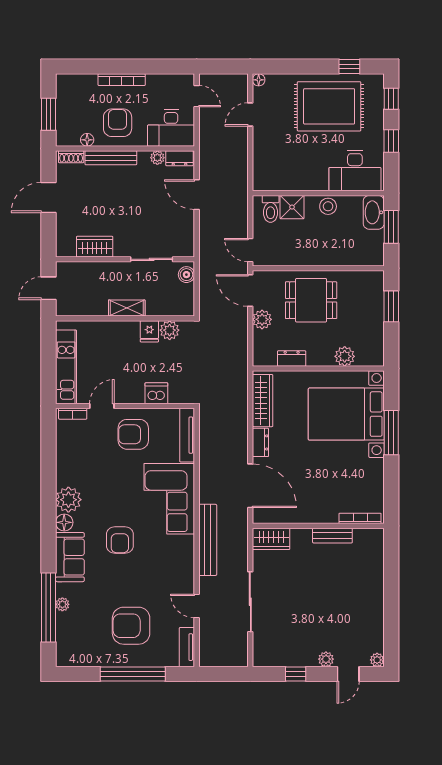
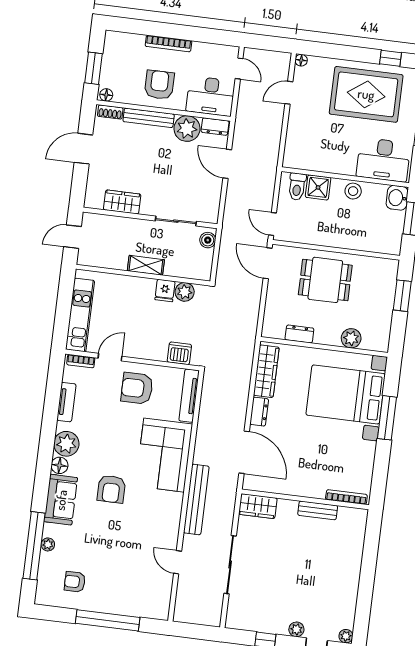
floor lamp: (87, 140) -> (106, 95), moved
plant: (157, 158) -> (187, 129), width x1.88, depth x1.88
washbasin: (374, 212) -> (397, 198), width x0.72
plant: (262, 319) -> (276, 293), removed
dishwasher: (156, 393) -> (179, 353), moved
armchair: (131, 626) -> (75, 582), moved, width x0.53, depth x0.53
tv unit: (187, 647) -> (66, 402), moved, turned 180

